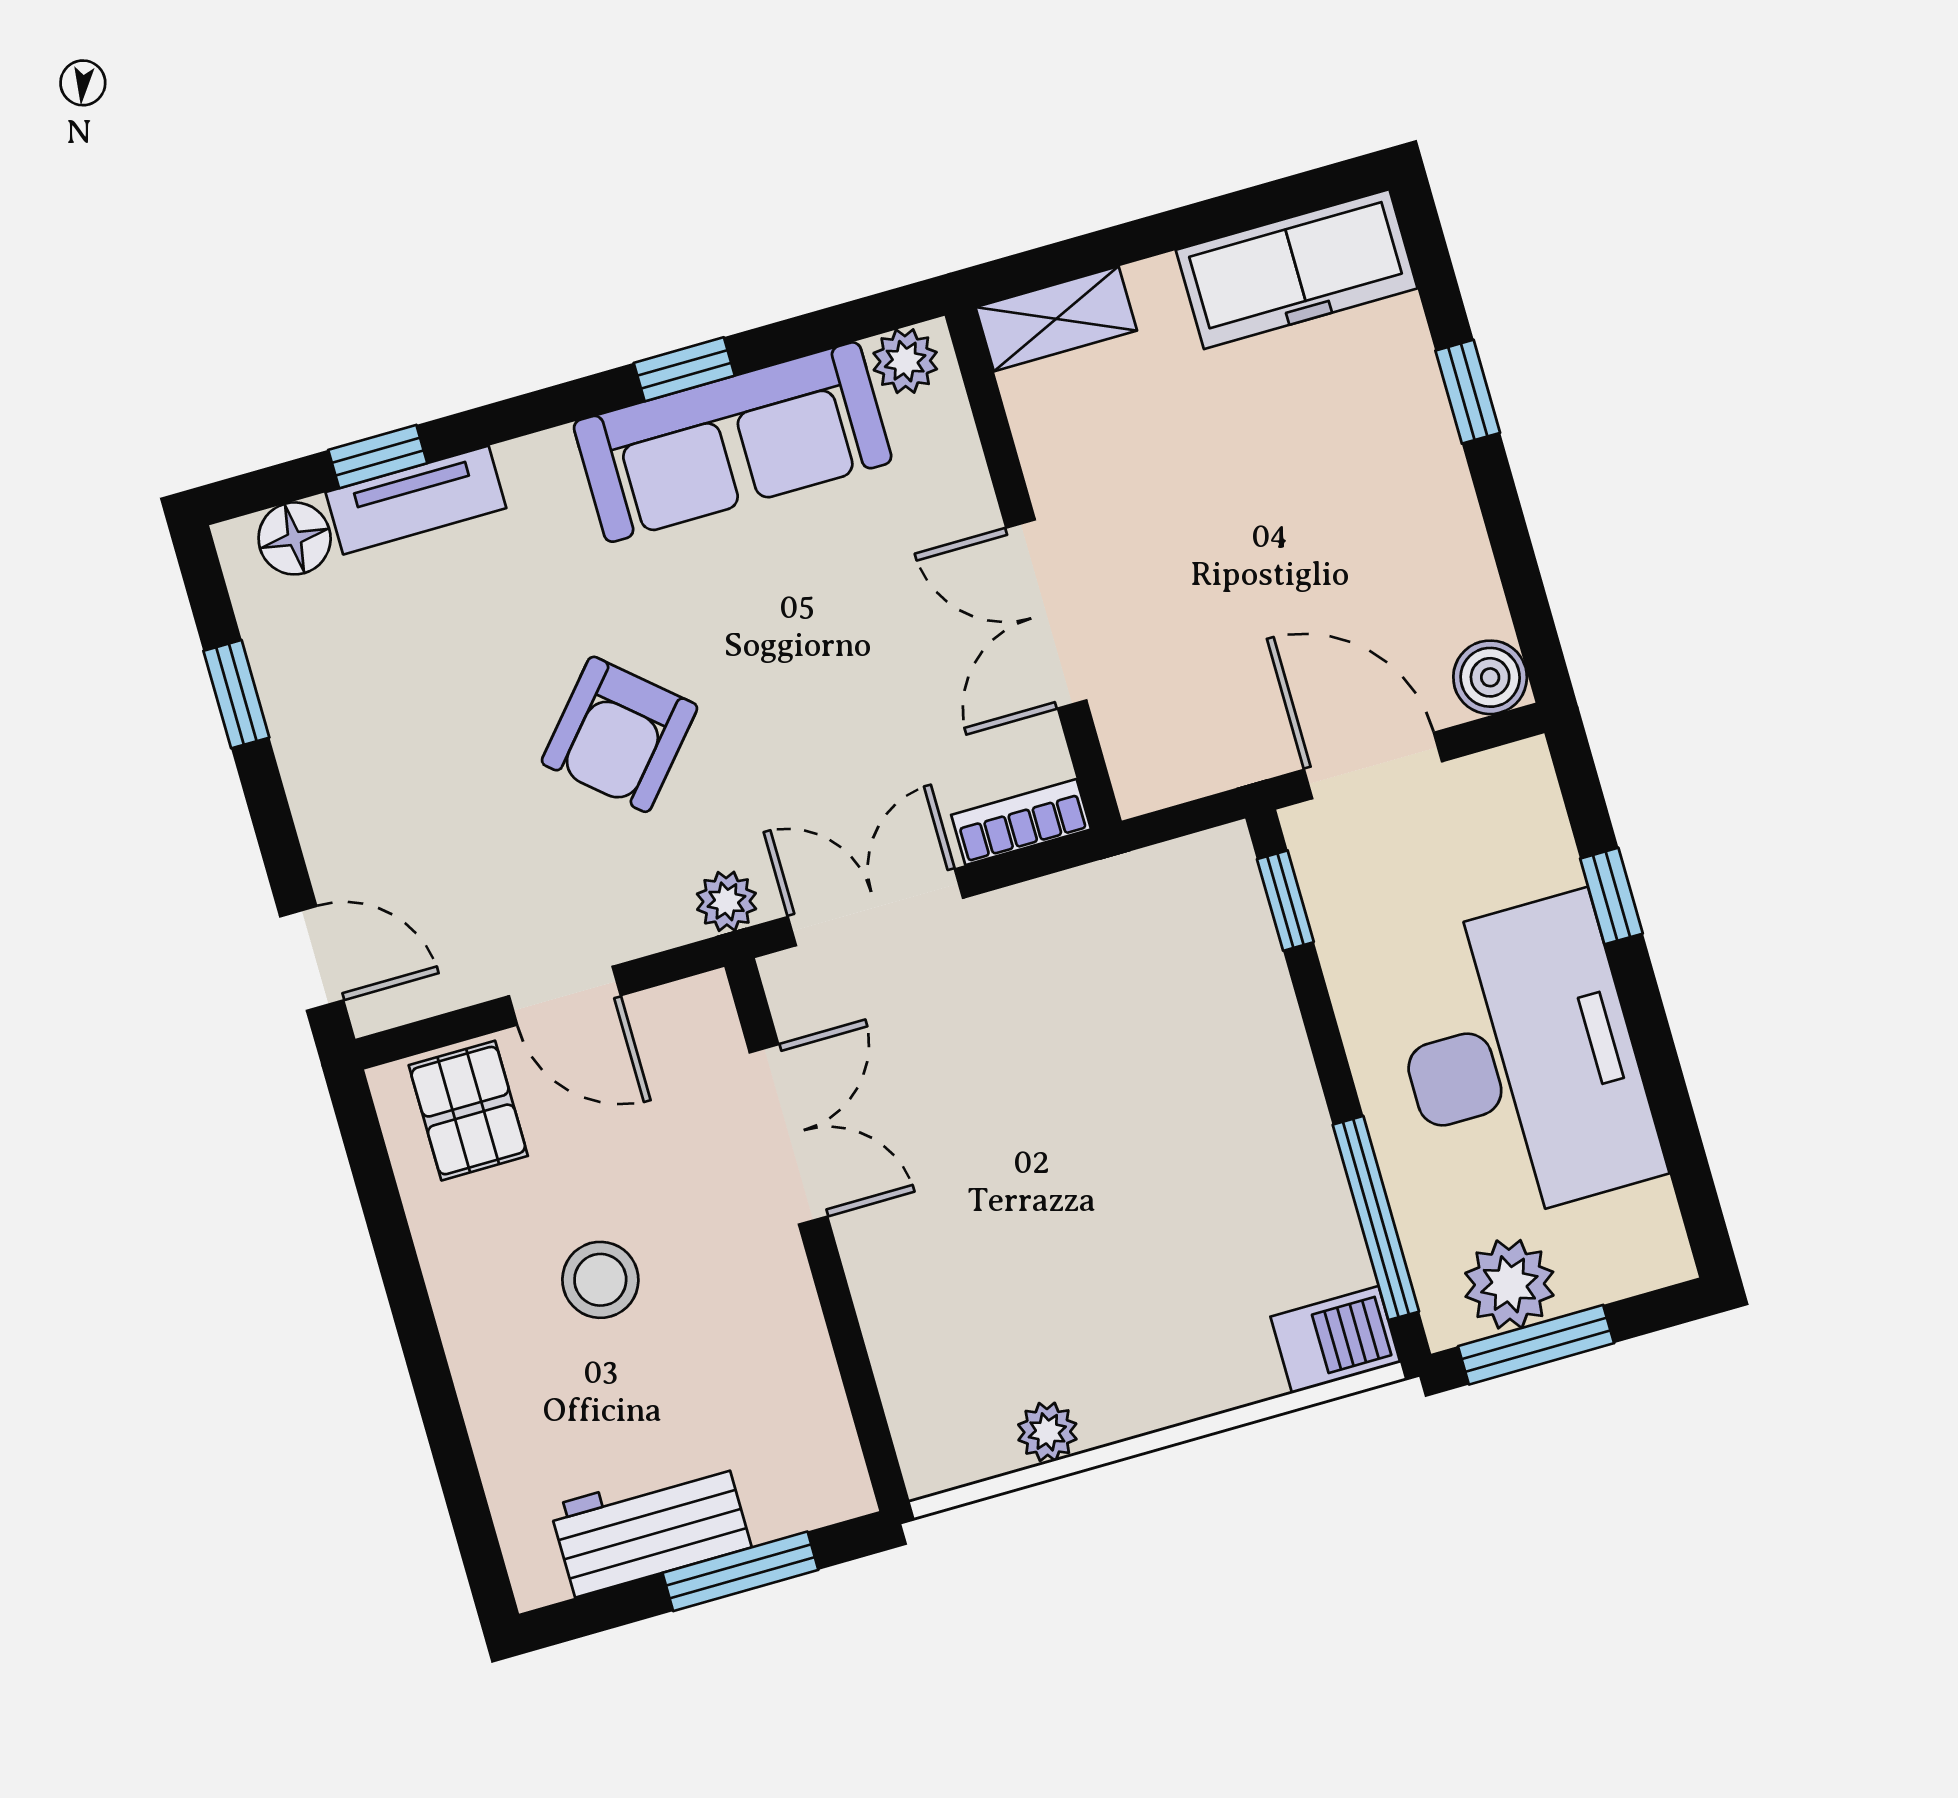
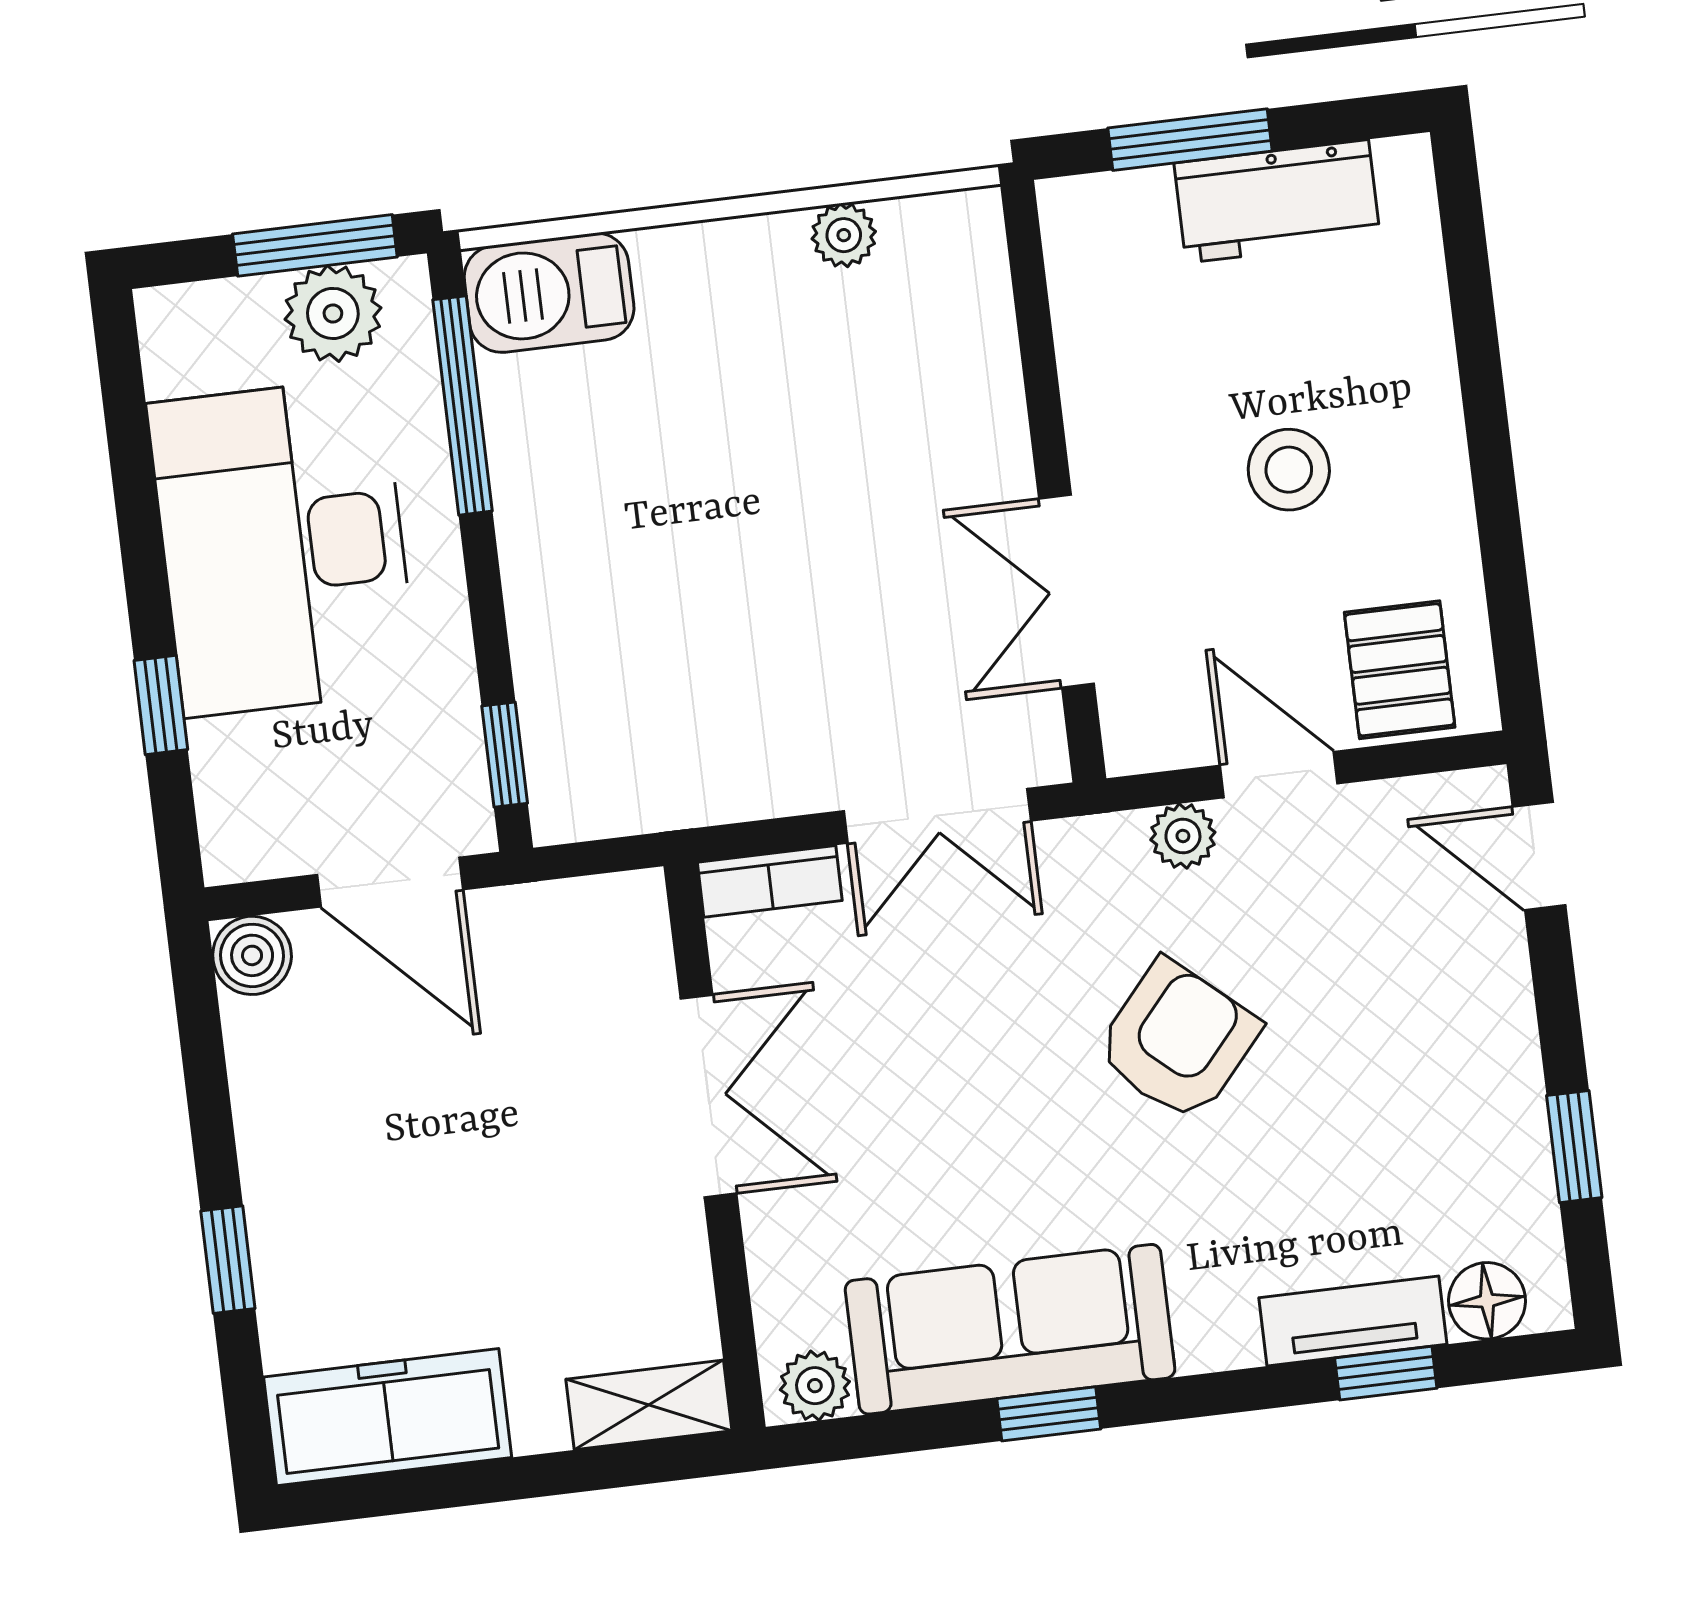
plant: (726, 901) -> (1183, 836), moved
barbecue: (1335, 1340) -> (549, 293), width x1.38, depth x1.27

